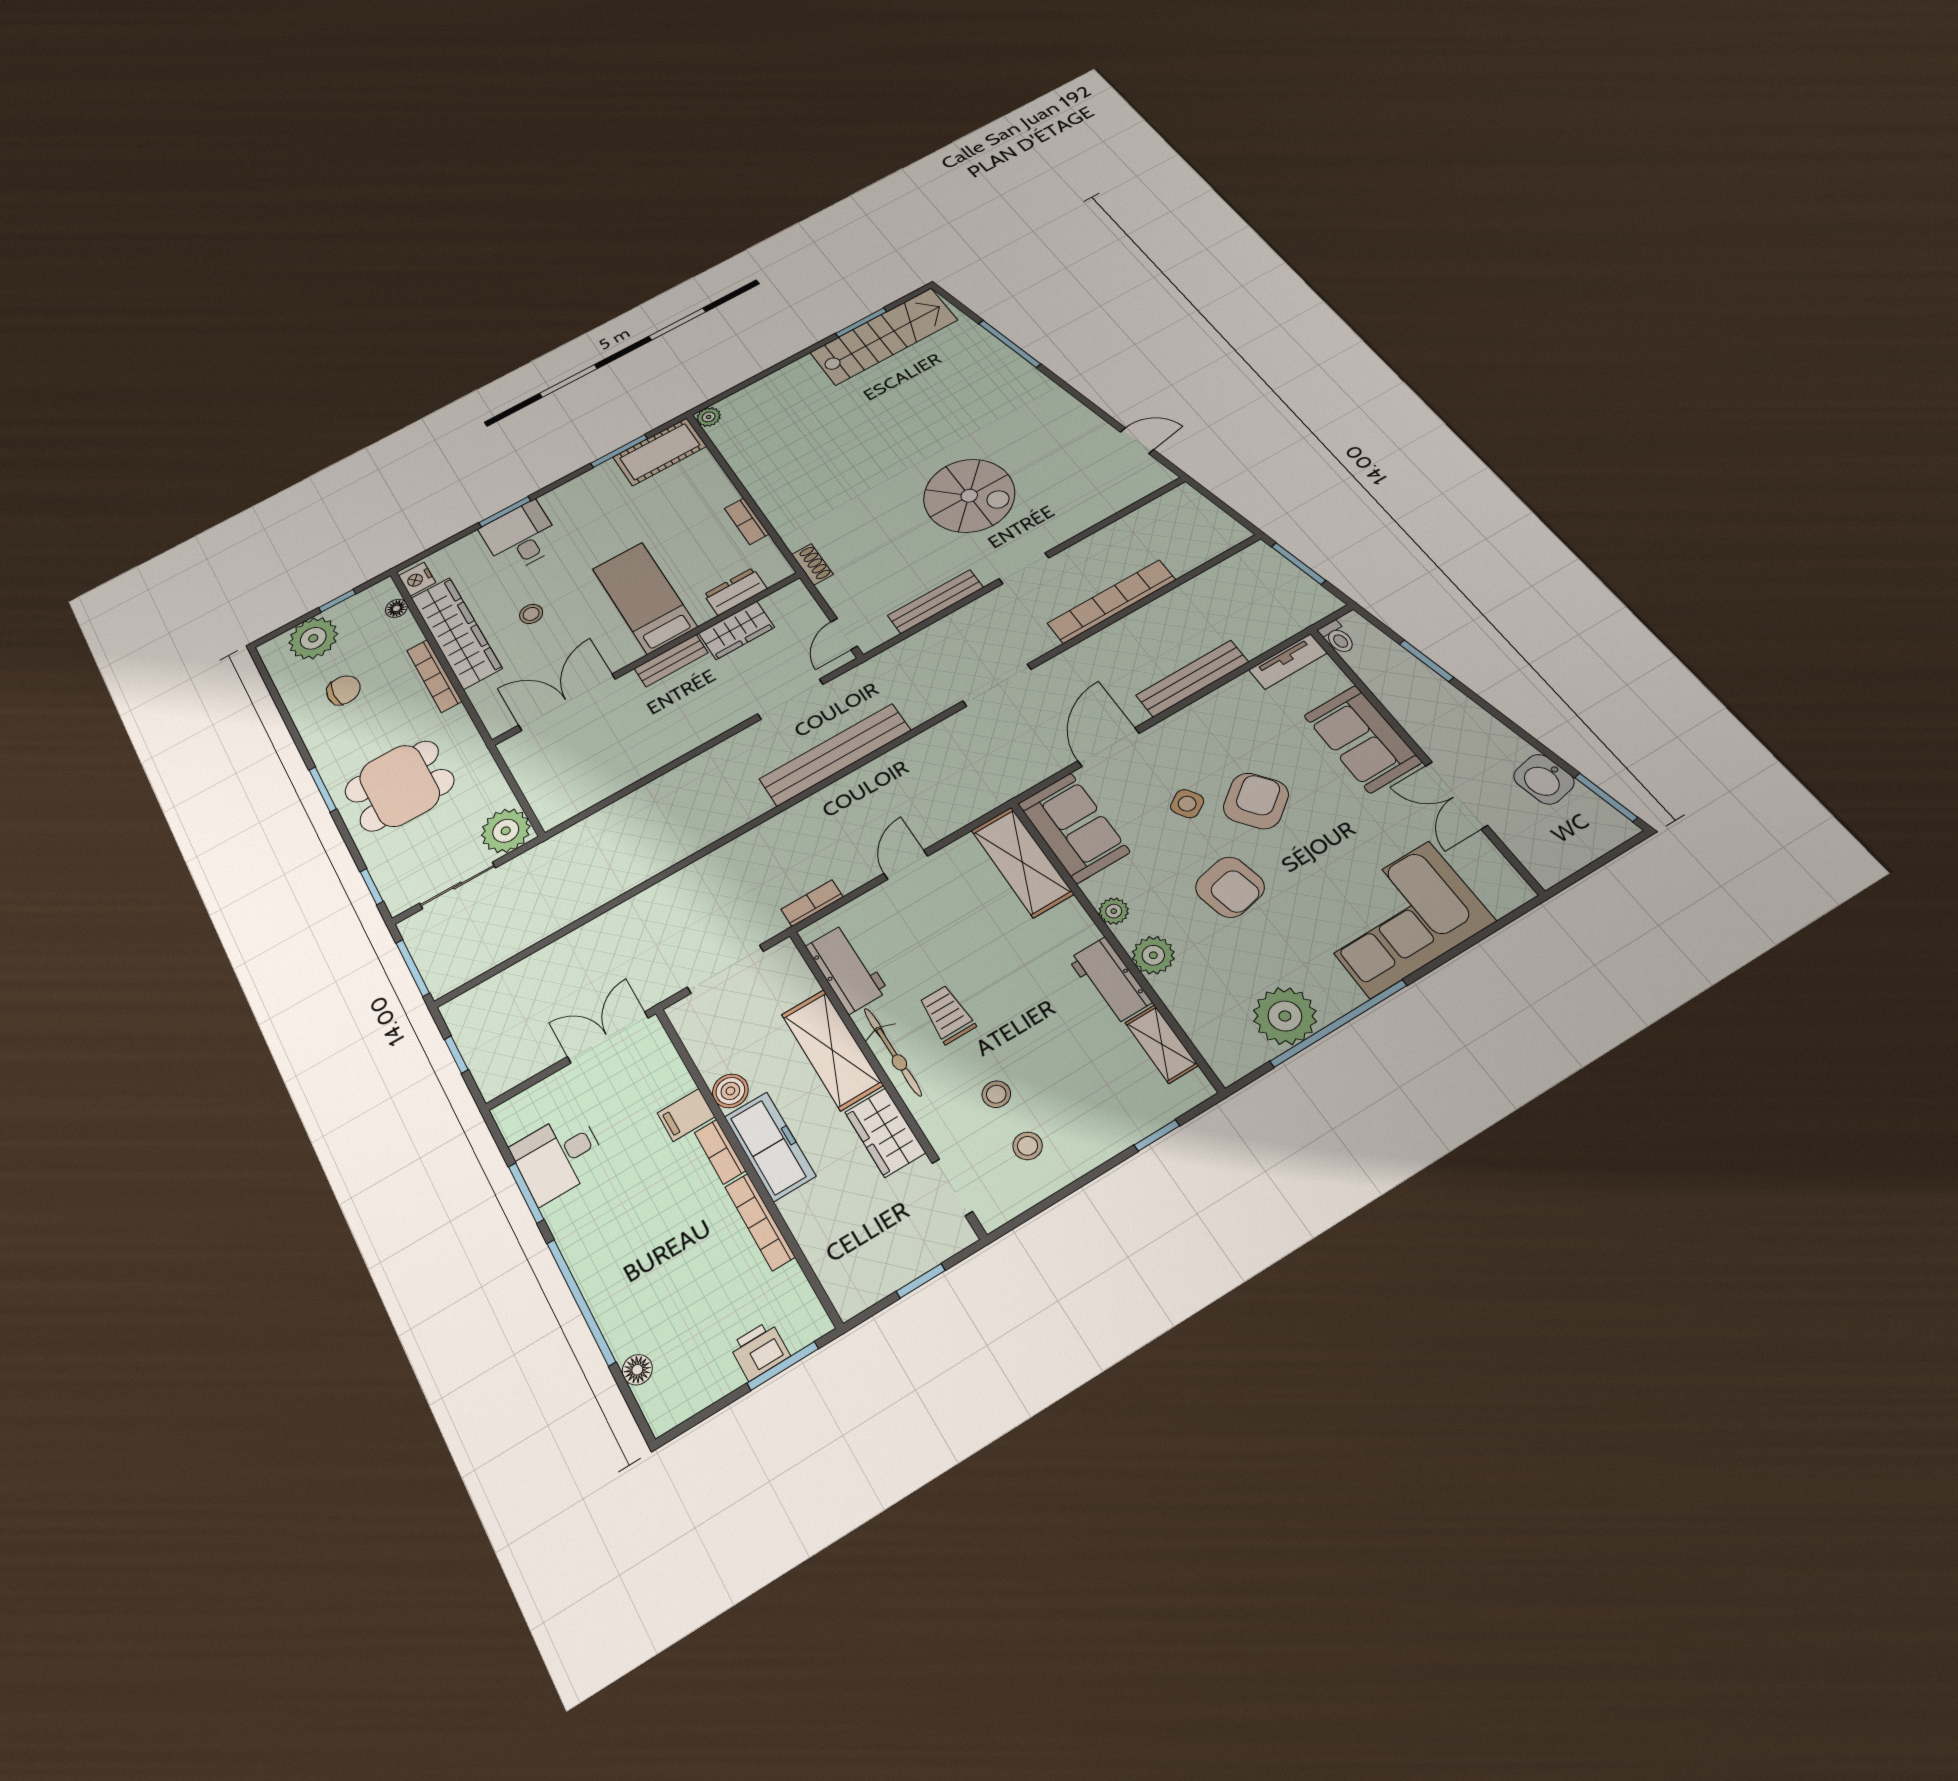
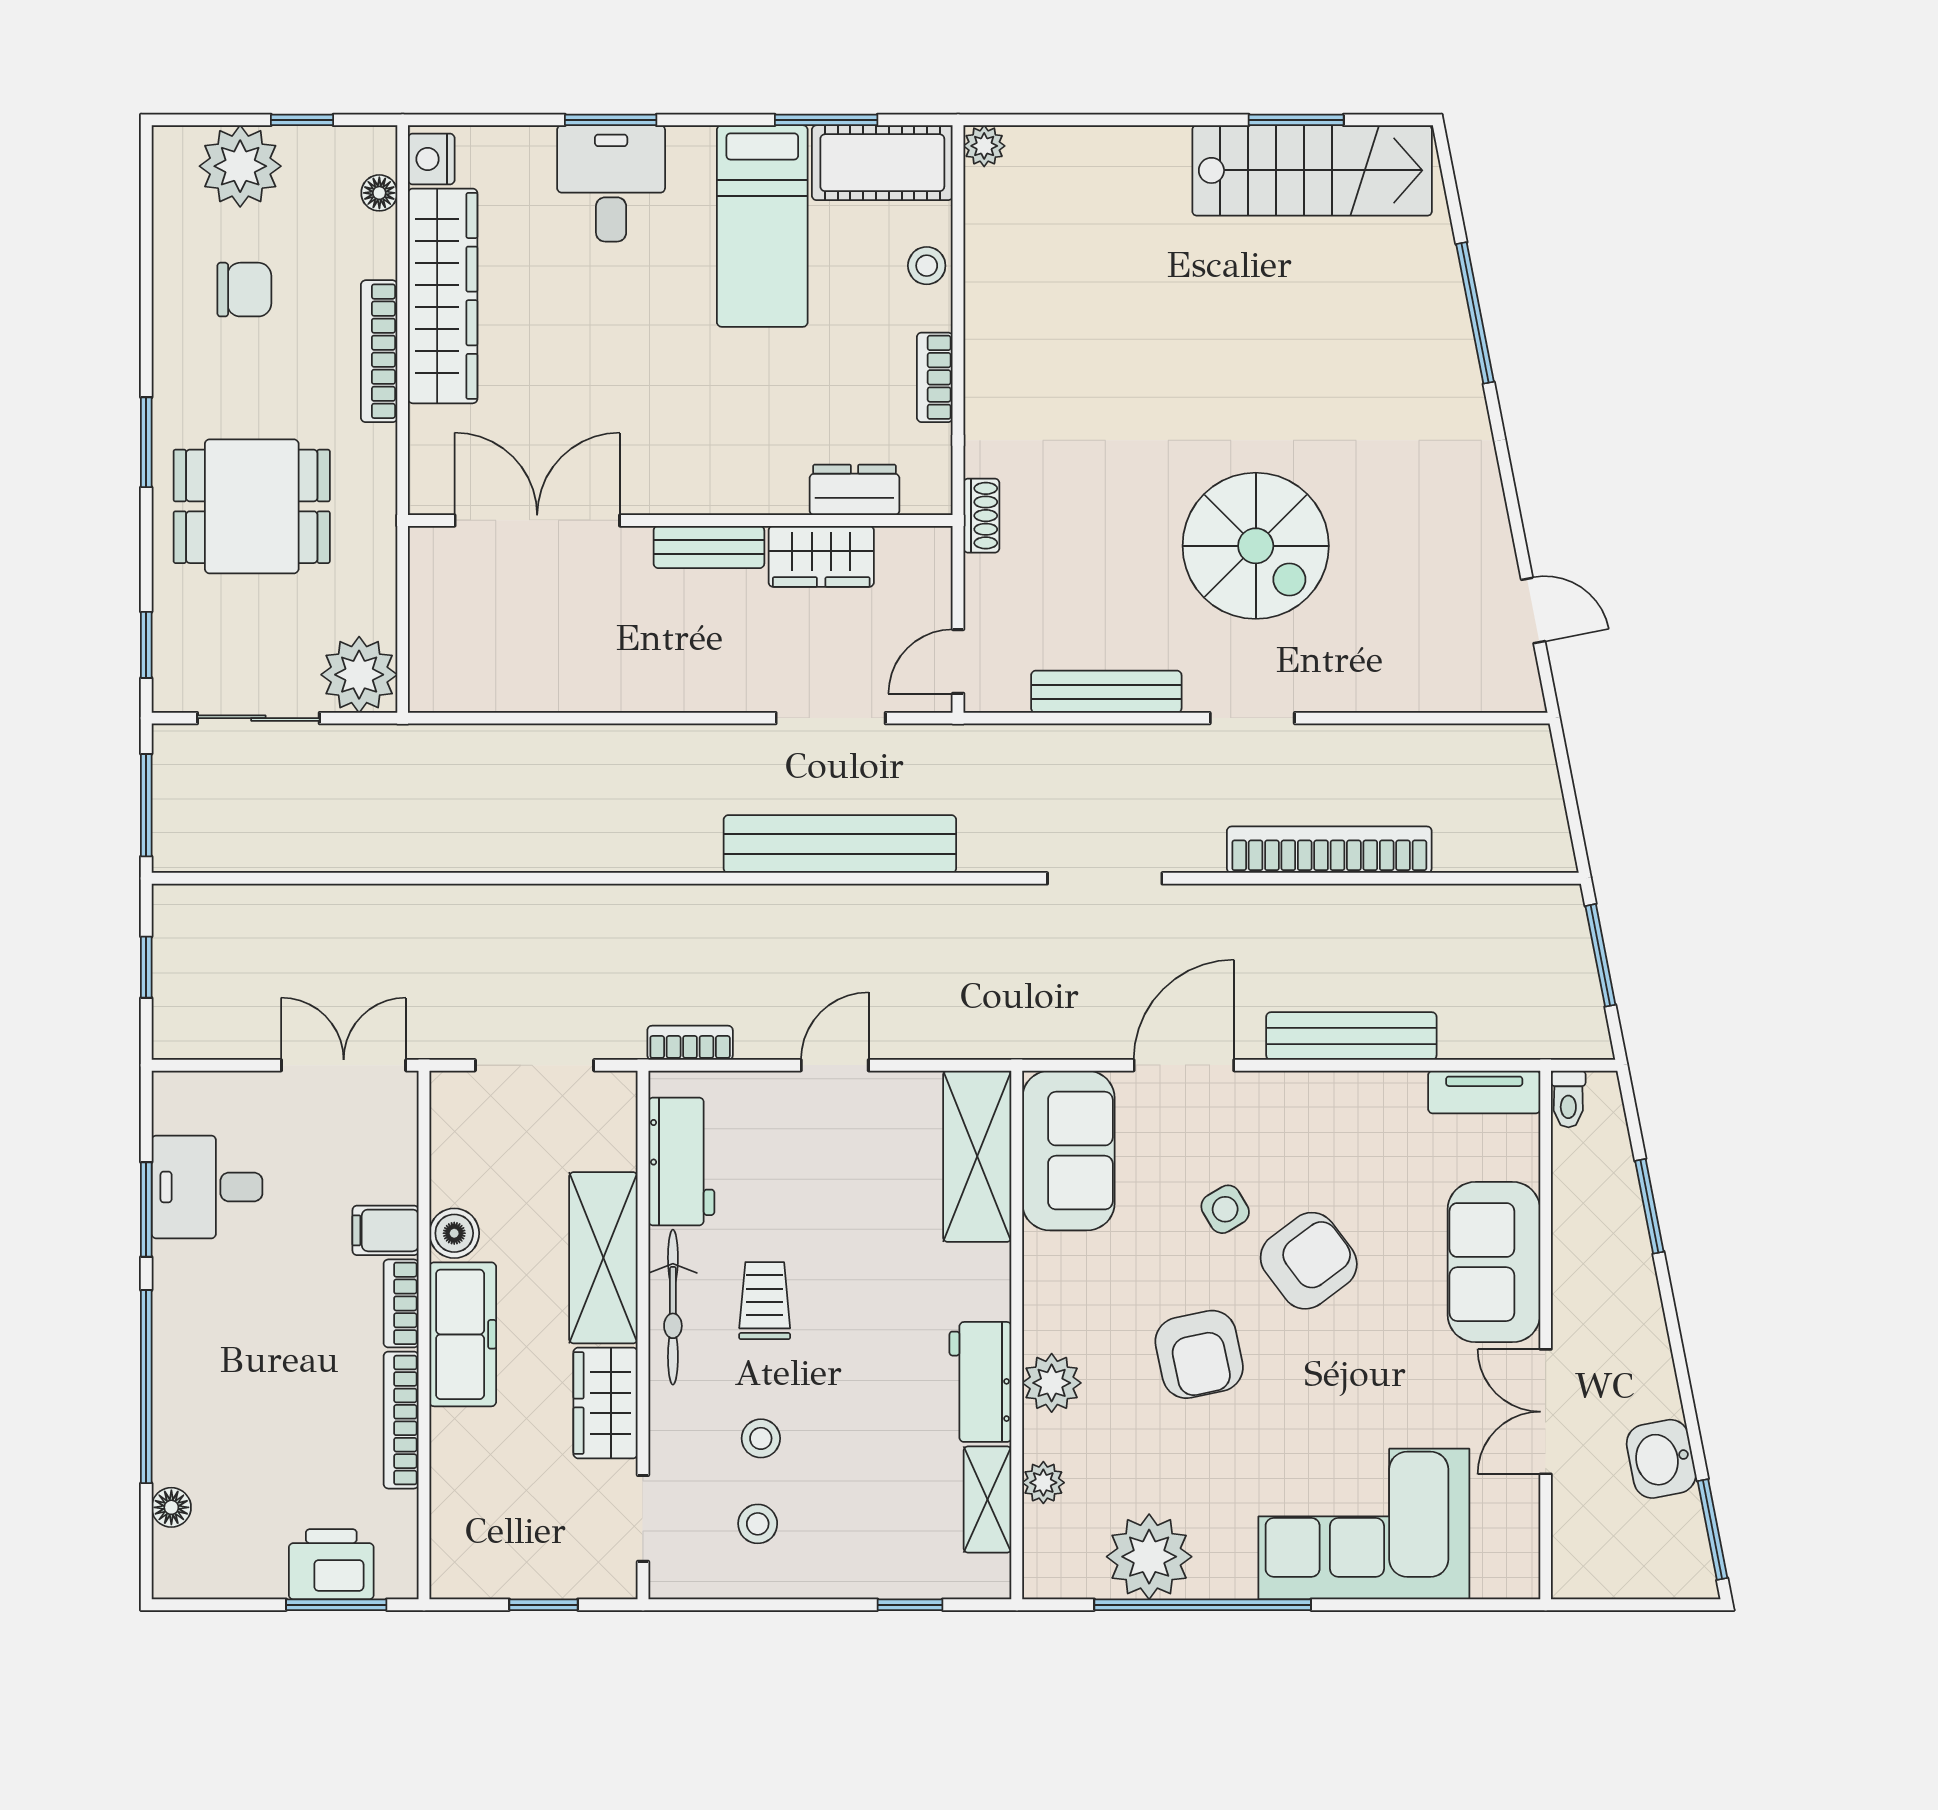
bed: (645, 598) -> (762, 226), moved, turned 180
stool: (531, 614) -> (927, 266), moved
plant: (1114, 911) -> (1043, 1483), moved
printer: (760, 1350) -> (331, 1564), width x1.36, depth x1.24

